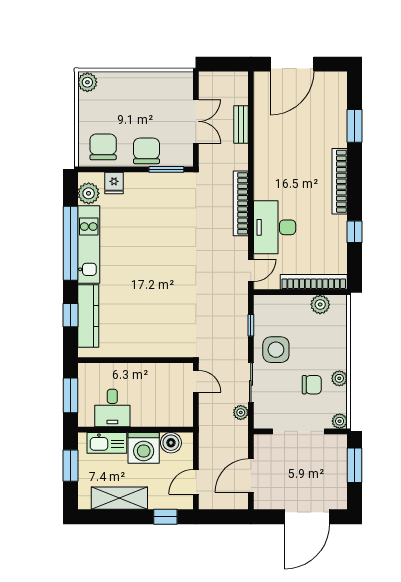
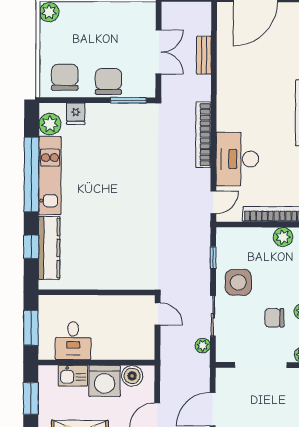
chair: (312, 385) -> (274, 318), turned 180
kitchen sink: (107, 443) -> (73, 376), width x0.73

